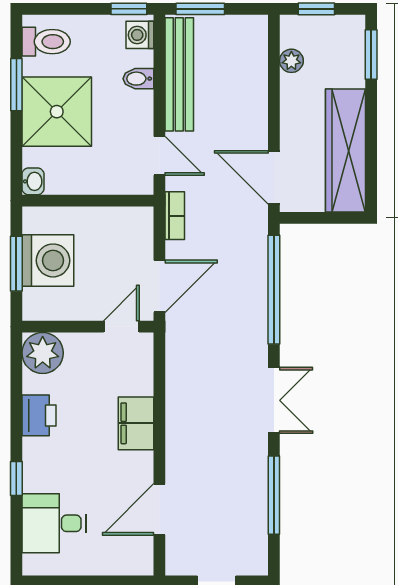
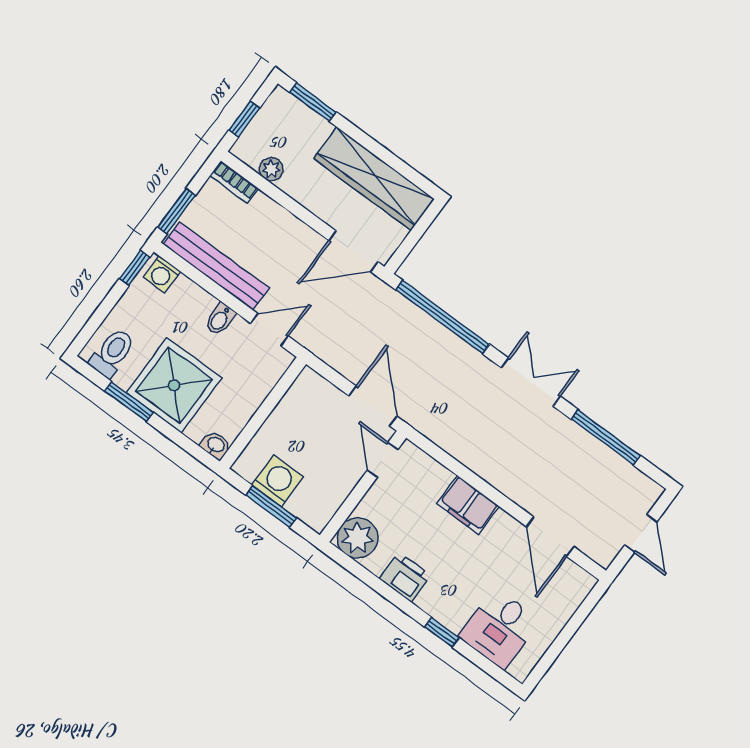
bidet: (138, 79) -> (220, 319), moved
bookcase: (175, 216) -> (234, 182), moved, turned 180
washing machine: (48, 260) -> (277, 481), width x0.73, depth x0.73

